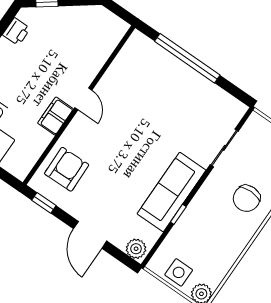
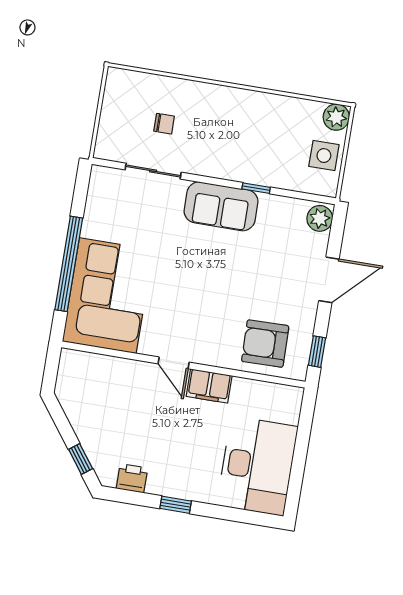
corner sofa: (152, 75) -> (108, 296), added
door: (83, 99) -> (174, 363), swing flipped
sofa: (171, 192) -> (221, 206), width x0.73
chair: (247, 198) -> (164, 124), moved, width x0.54, depth x0.54

